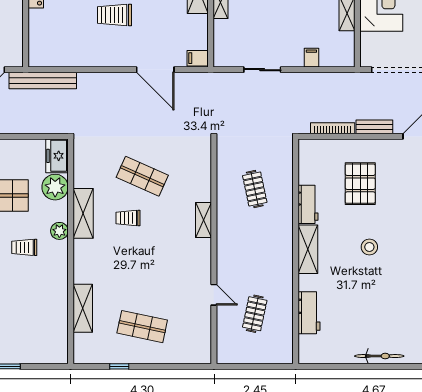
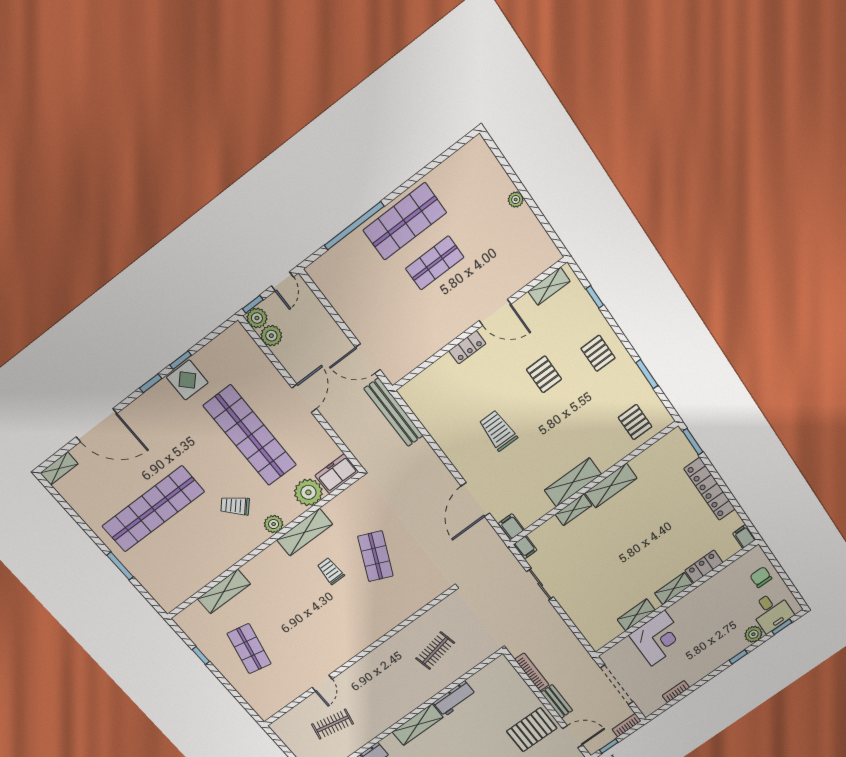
filing cabinet: (311, 58) -> (525, 547), moved, turned 90
pallet: (360, 184) -> (532, 730), moved
shelving: (203, 220) -> (378, 631), removed
trolley: (24, 247) -> (235, 506), turned -47

